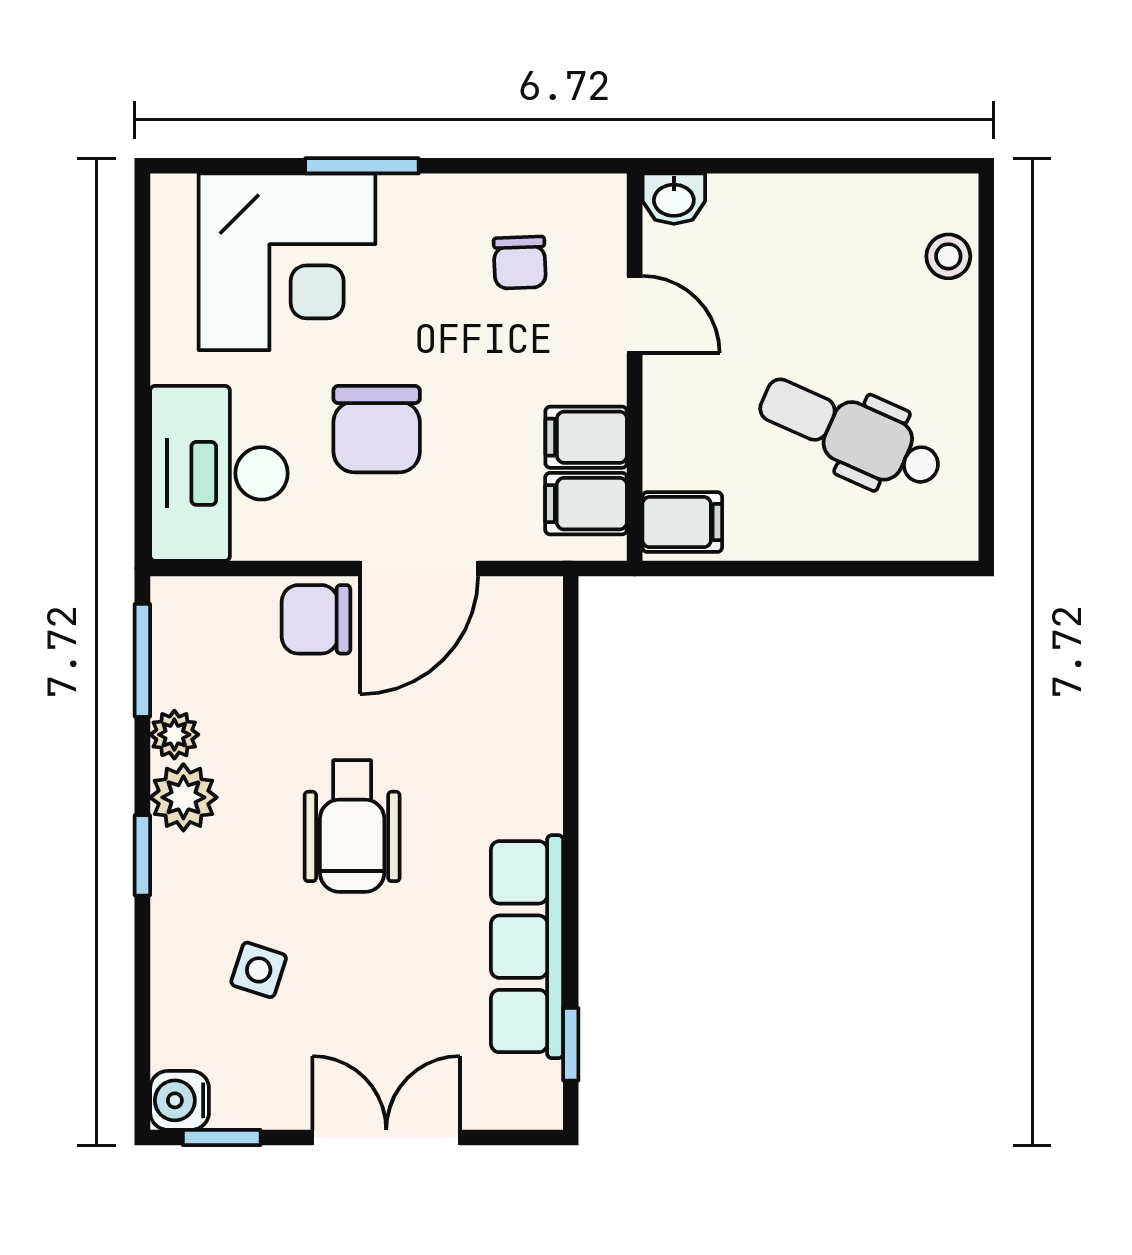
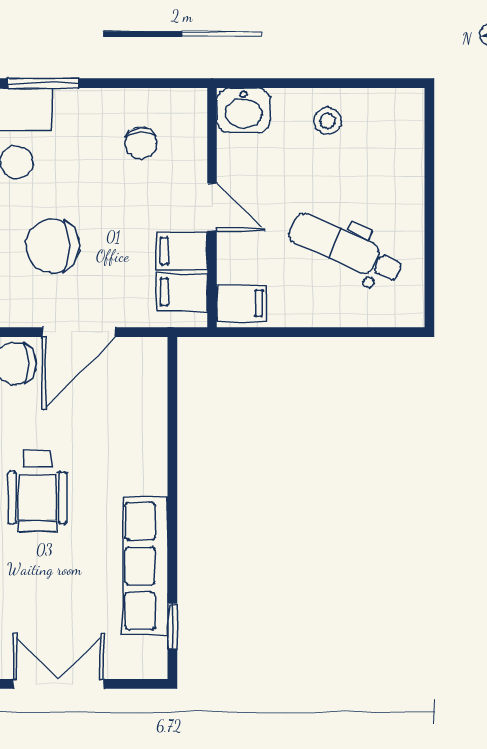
washbasin: (674, 199) -> (244, 110), width x1.38, depth x1.45
stool: (948, 256) -> (328, 121), moved
door: (635, 315) -> (212, 207), moved
chair: (377, 429) -> (52, 246), turned 90

